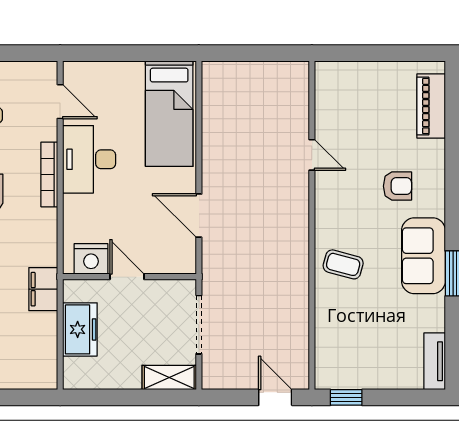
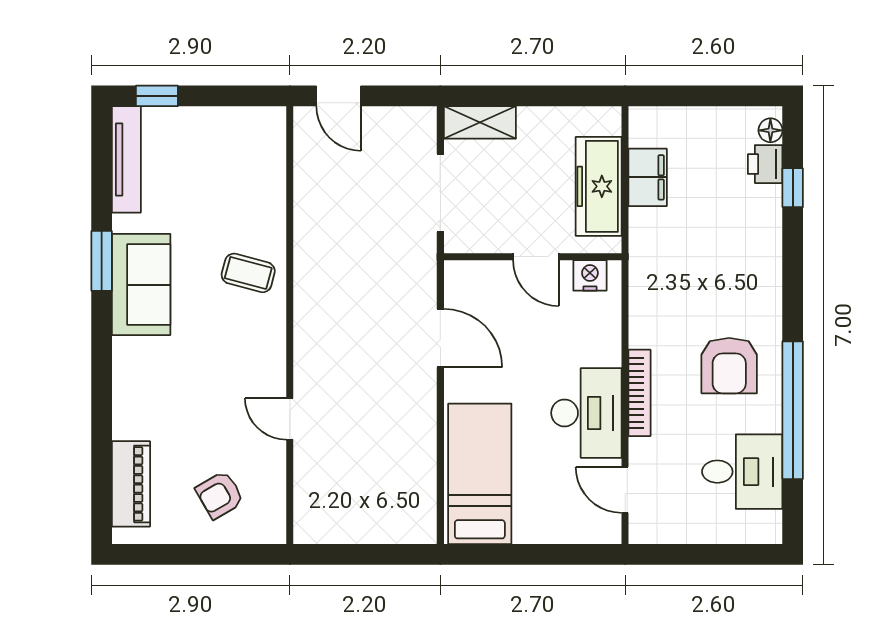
armchair: (397, 186) -> (220, 495), moved, turned -30
nightstand: (91, 259) -> (590, 275), width x0.74, depth x0.75
filing cabinet: (43, 289) -> (648, 177), moved
freezer: (80, 329) -> (599, 186), width x1.40
tv unit: (435, 361) -> (126, 159), width x1.41
window: (346, 397) -> (157, 96), moved

